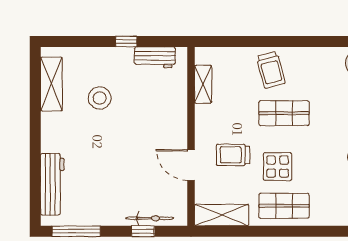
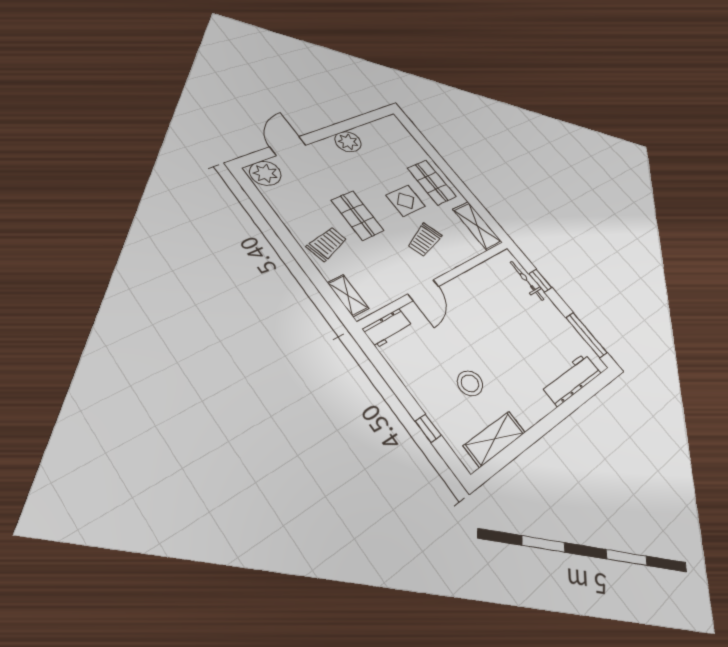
window: (126, 41) -> (428, 428), moved
workbench: (155, 57) -> (388, 328), moved, turned 90
shelving: (203, 84) -> (348, 296), moved, turned 90
trolley: (233, 155) -> (425, 240), turned 69
door: (191, 165) -> (423, 290), moved

